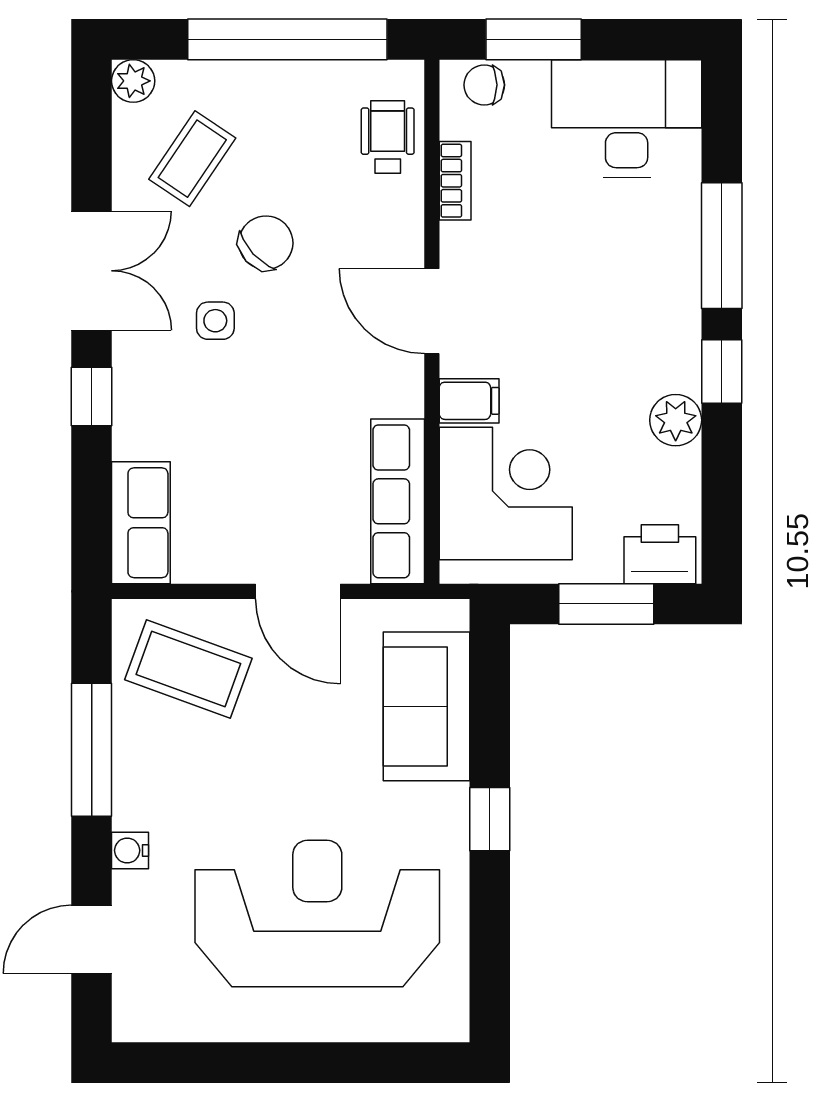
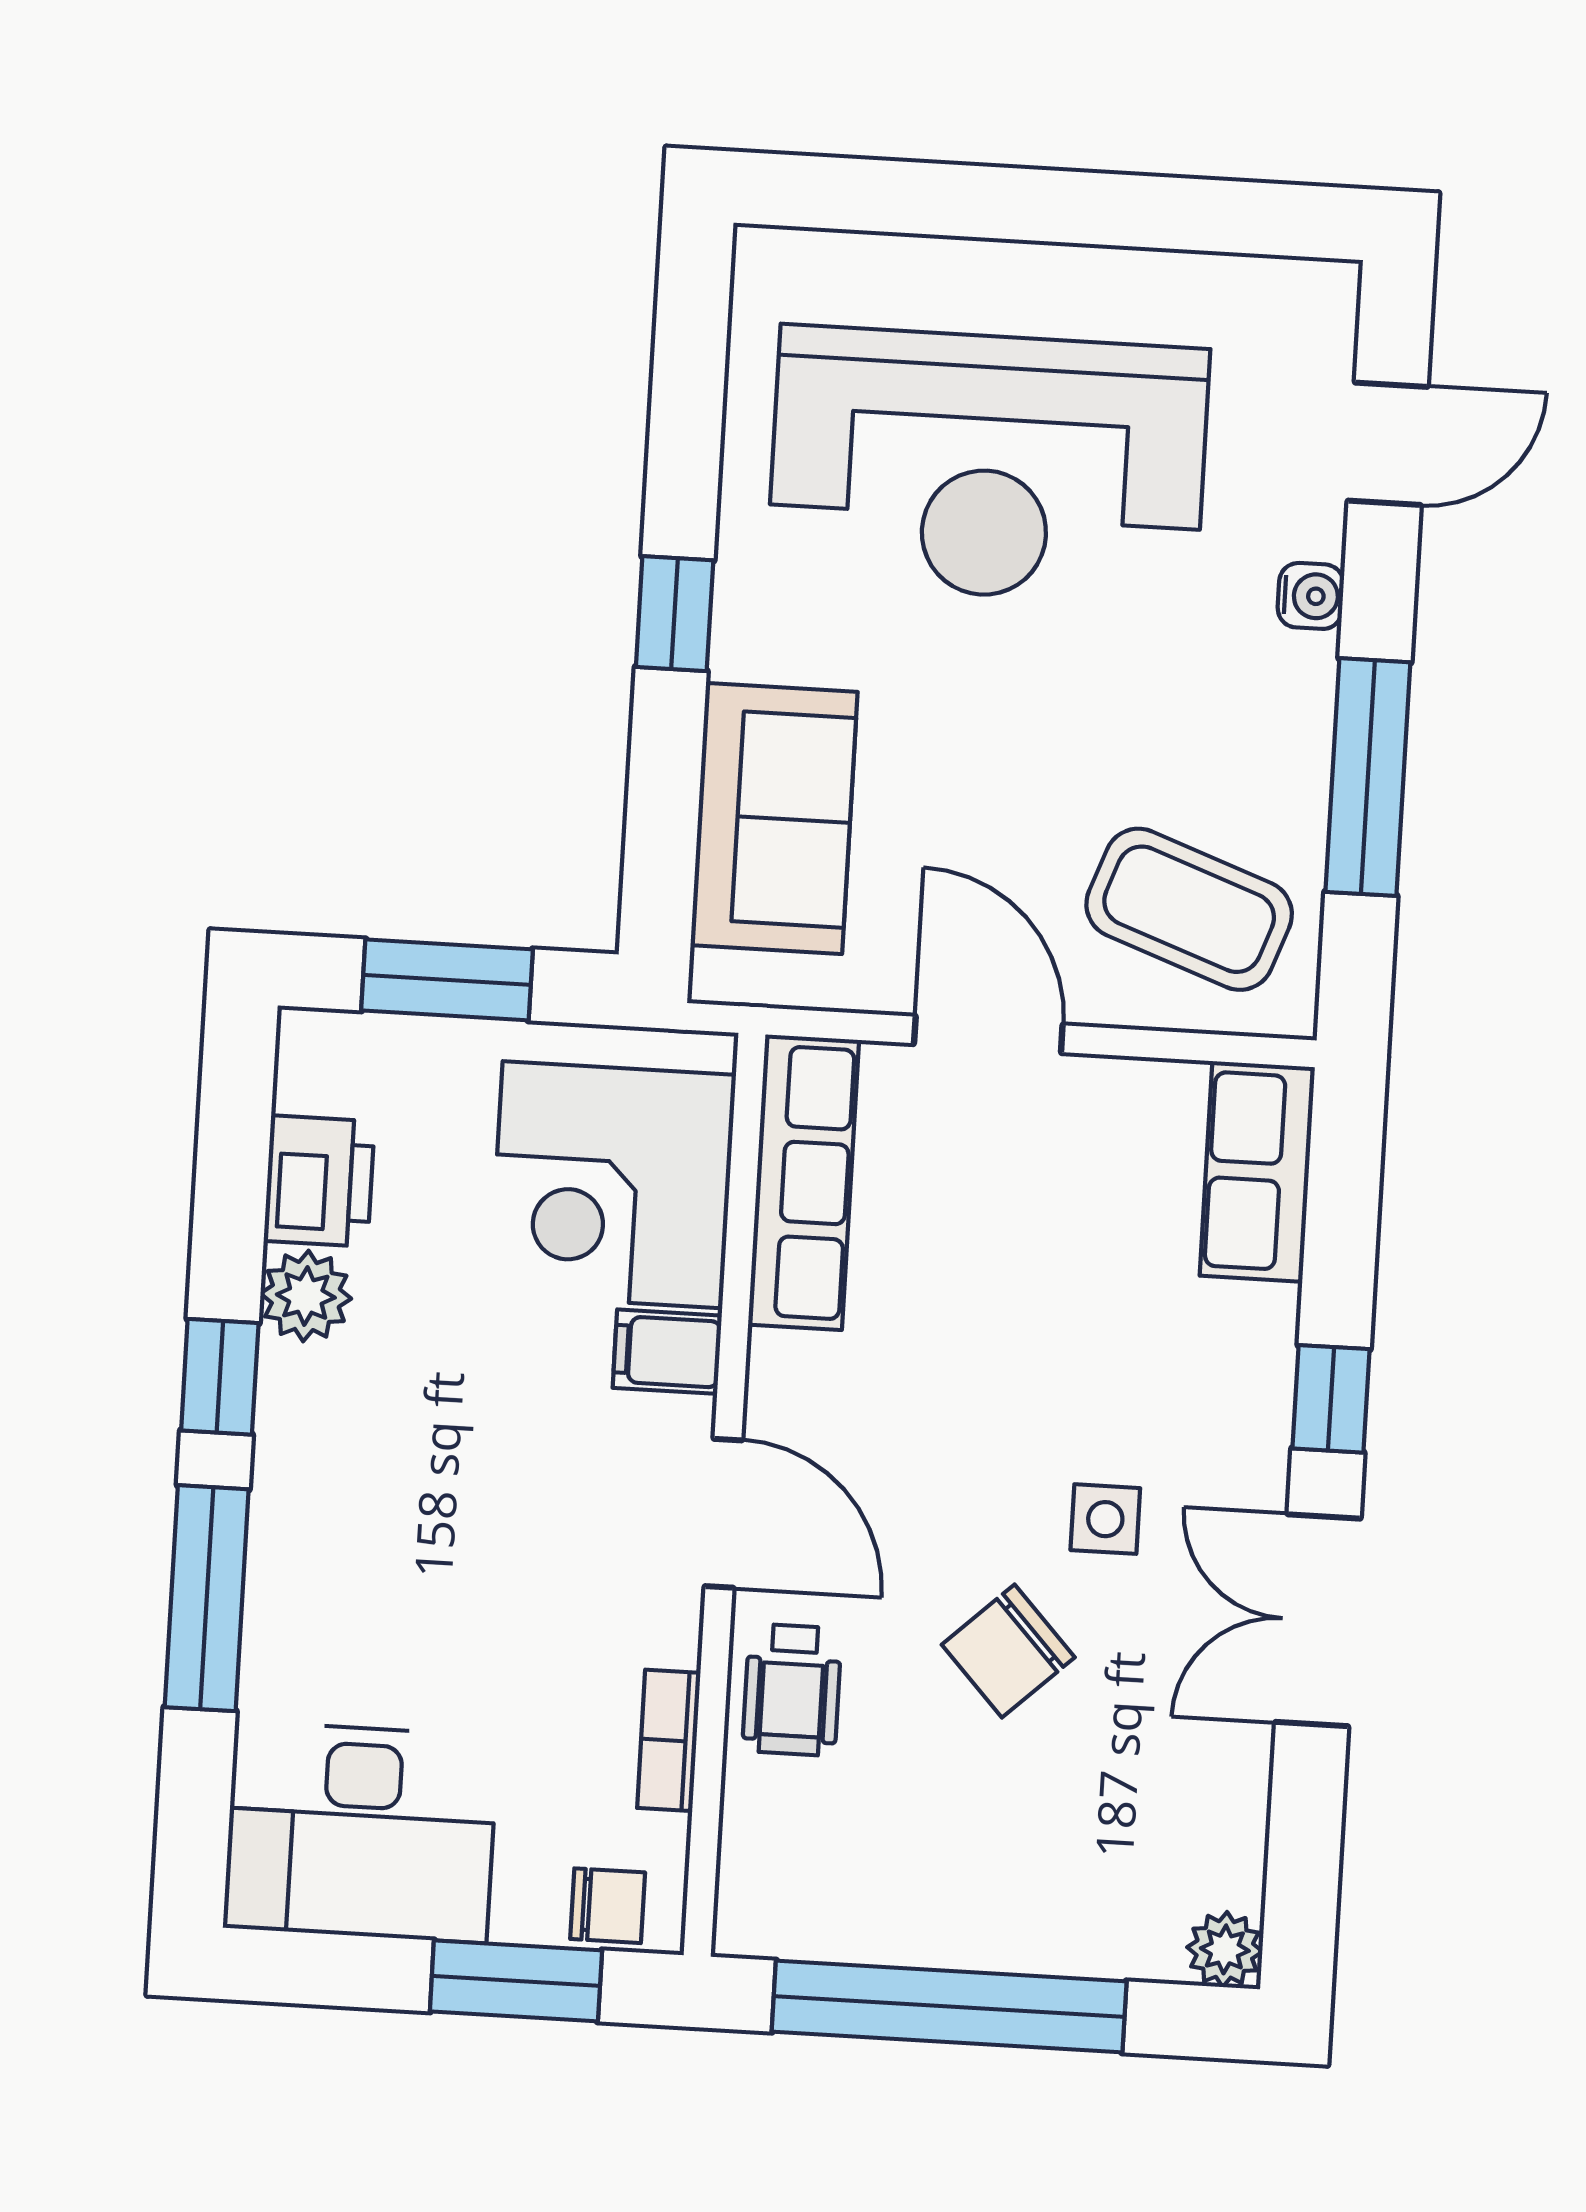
wheelchair: (388, 137) -> (792, 1690), moved
coffee table: (192, 159) -> (1129, 1807), removed
printer: (660, 554) -> (319, 1181), moved, turned -90

